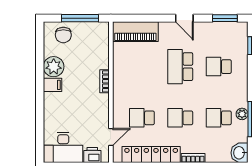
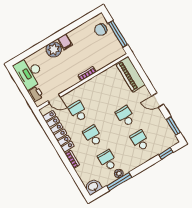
door: (184, 18) -> (158, 100), hinge flipped
plant: (54, 67) -> (54, 50), moved
school desk: (180, 67) -> (125, 116), width x0.54

